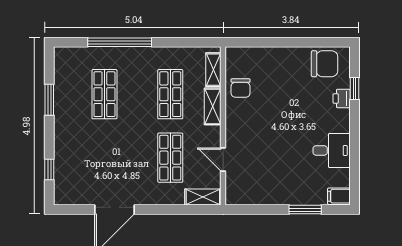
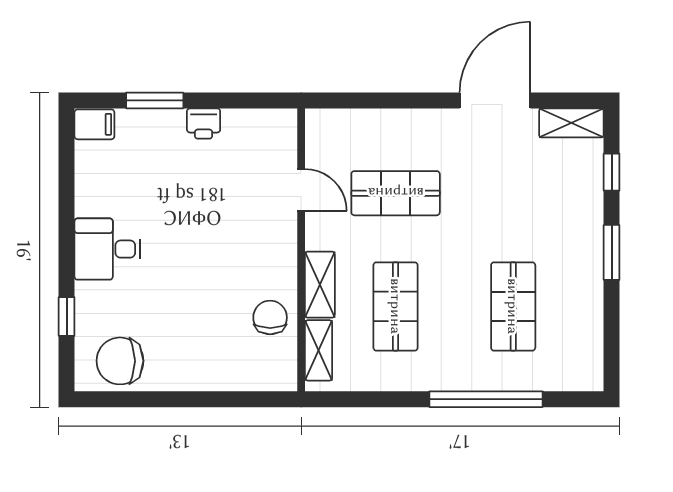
printer: (342, 98) -> (204, 123), moved, turned 90
window: (49, 100) -> (612, 252), moved
desk: (332, 150) -> (107, 249), moved
shop shelf: (170, 158) -> (396, 193), turned 90
shelving: (203, 197) -> (571, 123), moved

